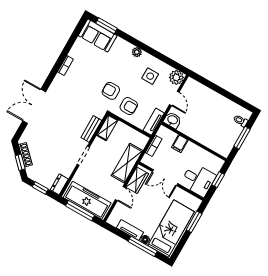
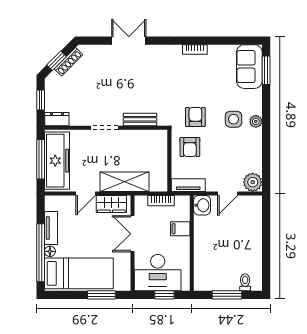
side table: (150, 76) -> (234, 119), moved
double door: (34, 106) -> (129, 41), width x0.73
shelving: (107, 128) -> (152, 137), removed
desk: (198, 180) -> (158, 273), width x1.37
window: (143, 246) -> (41, 253), width x1.46

